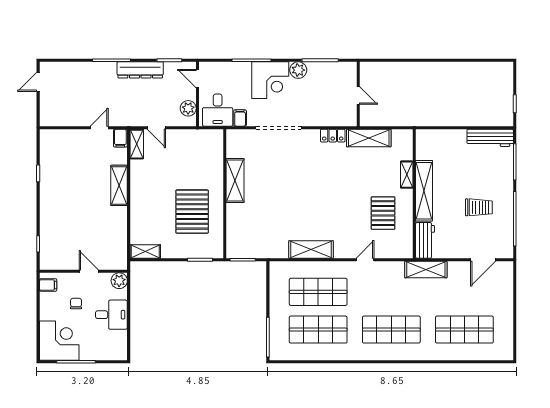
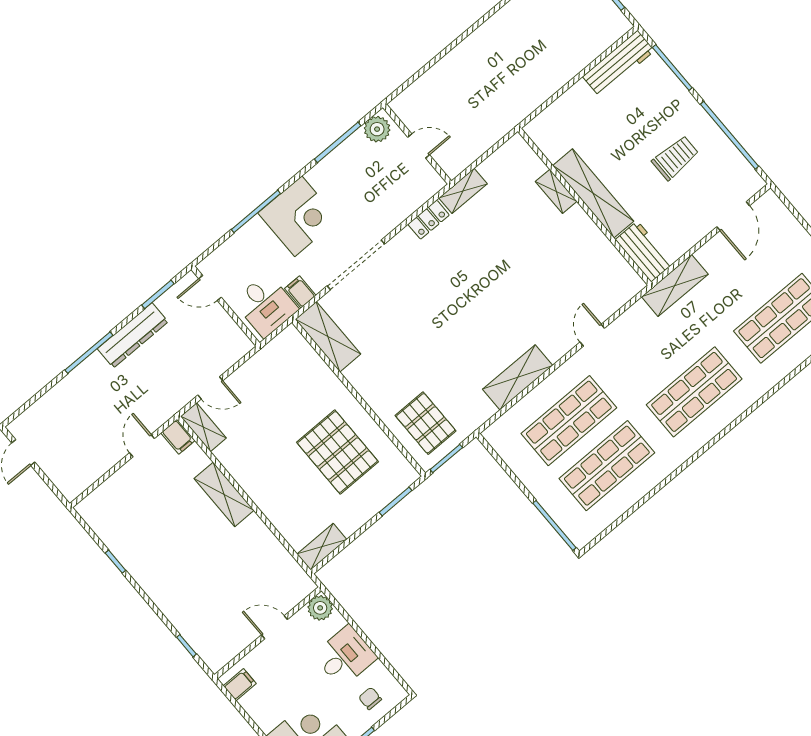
plant: (298, 70) -> (377, 129), moved
plant: (188, 108) -> (229, 333), removed
shelving: (369, 138) -> (463, 191), width x0.67, depth x0.75
shelving: (235, 181) -> (328, 337), moved
pallet: (383, 213) -> (426, 423), moved
chair: (76, 304) -> (370, 698), moved

